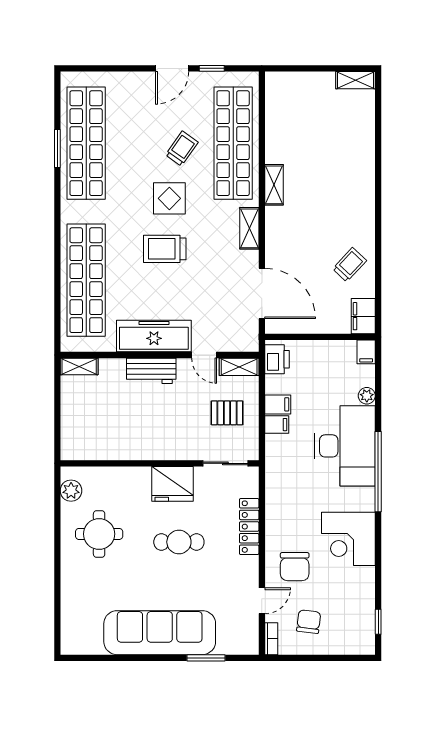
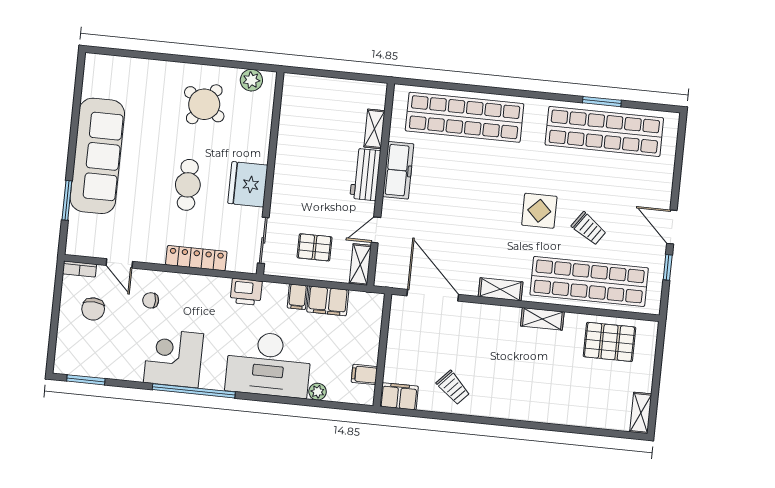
pallet: (290, 117) -> (610, 342), added
trolley: (165, 249) -> (488, 201), removed
door: (262, 293) -> (433, 295), swing flipped
freezer: (154, 336) -> (398, 170), width x0.73, depth x0.79
filing cabinet: (366, 352) -> (364, 374), moved
printer: (277, 359) -> (246, 292), moved
shelving: (79, 366) -> (374, 129), moved
filing cabinet: (278, 404) -> (328, 301), width x2.00
pallet: (227, 413) -> (315, 247), turned 90
window: (378, 472) -> (194, 391), moved
round table: (99, 534) -> (204, 104), turned 35
chair: (295, 567) -> (151, 300), width x0.54, depth x0.54
chair: (309, 622) -> (93, 309), turned 85
window: (378, 622) -> (86, 380), width x1.50

